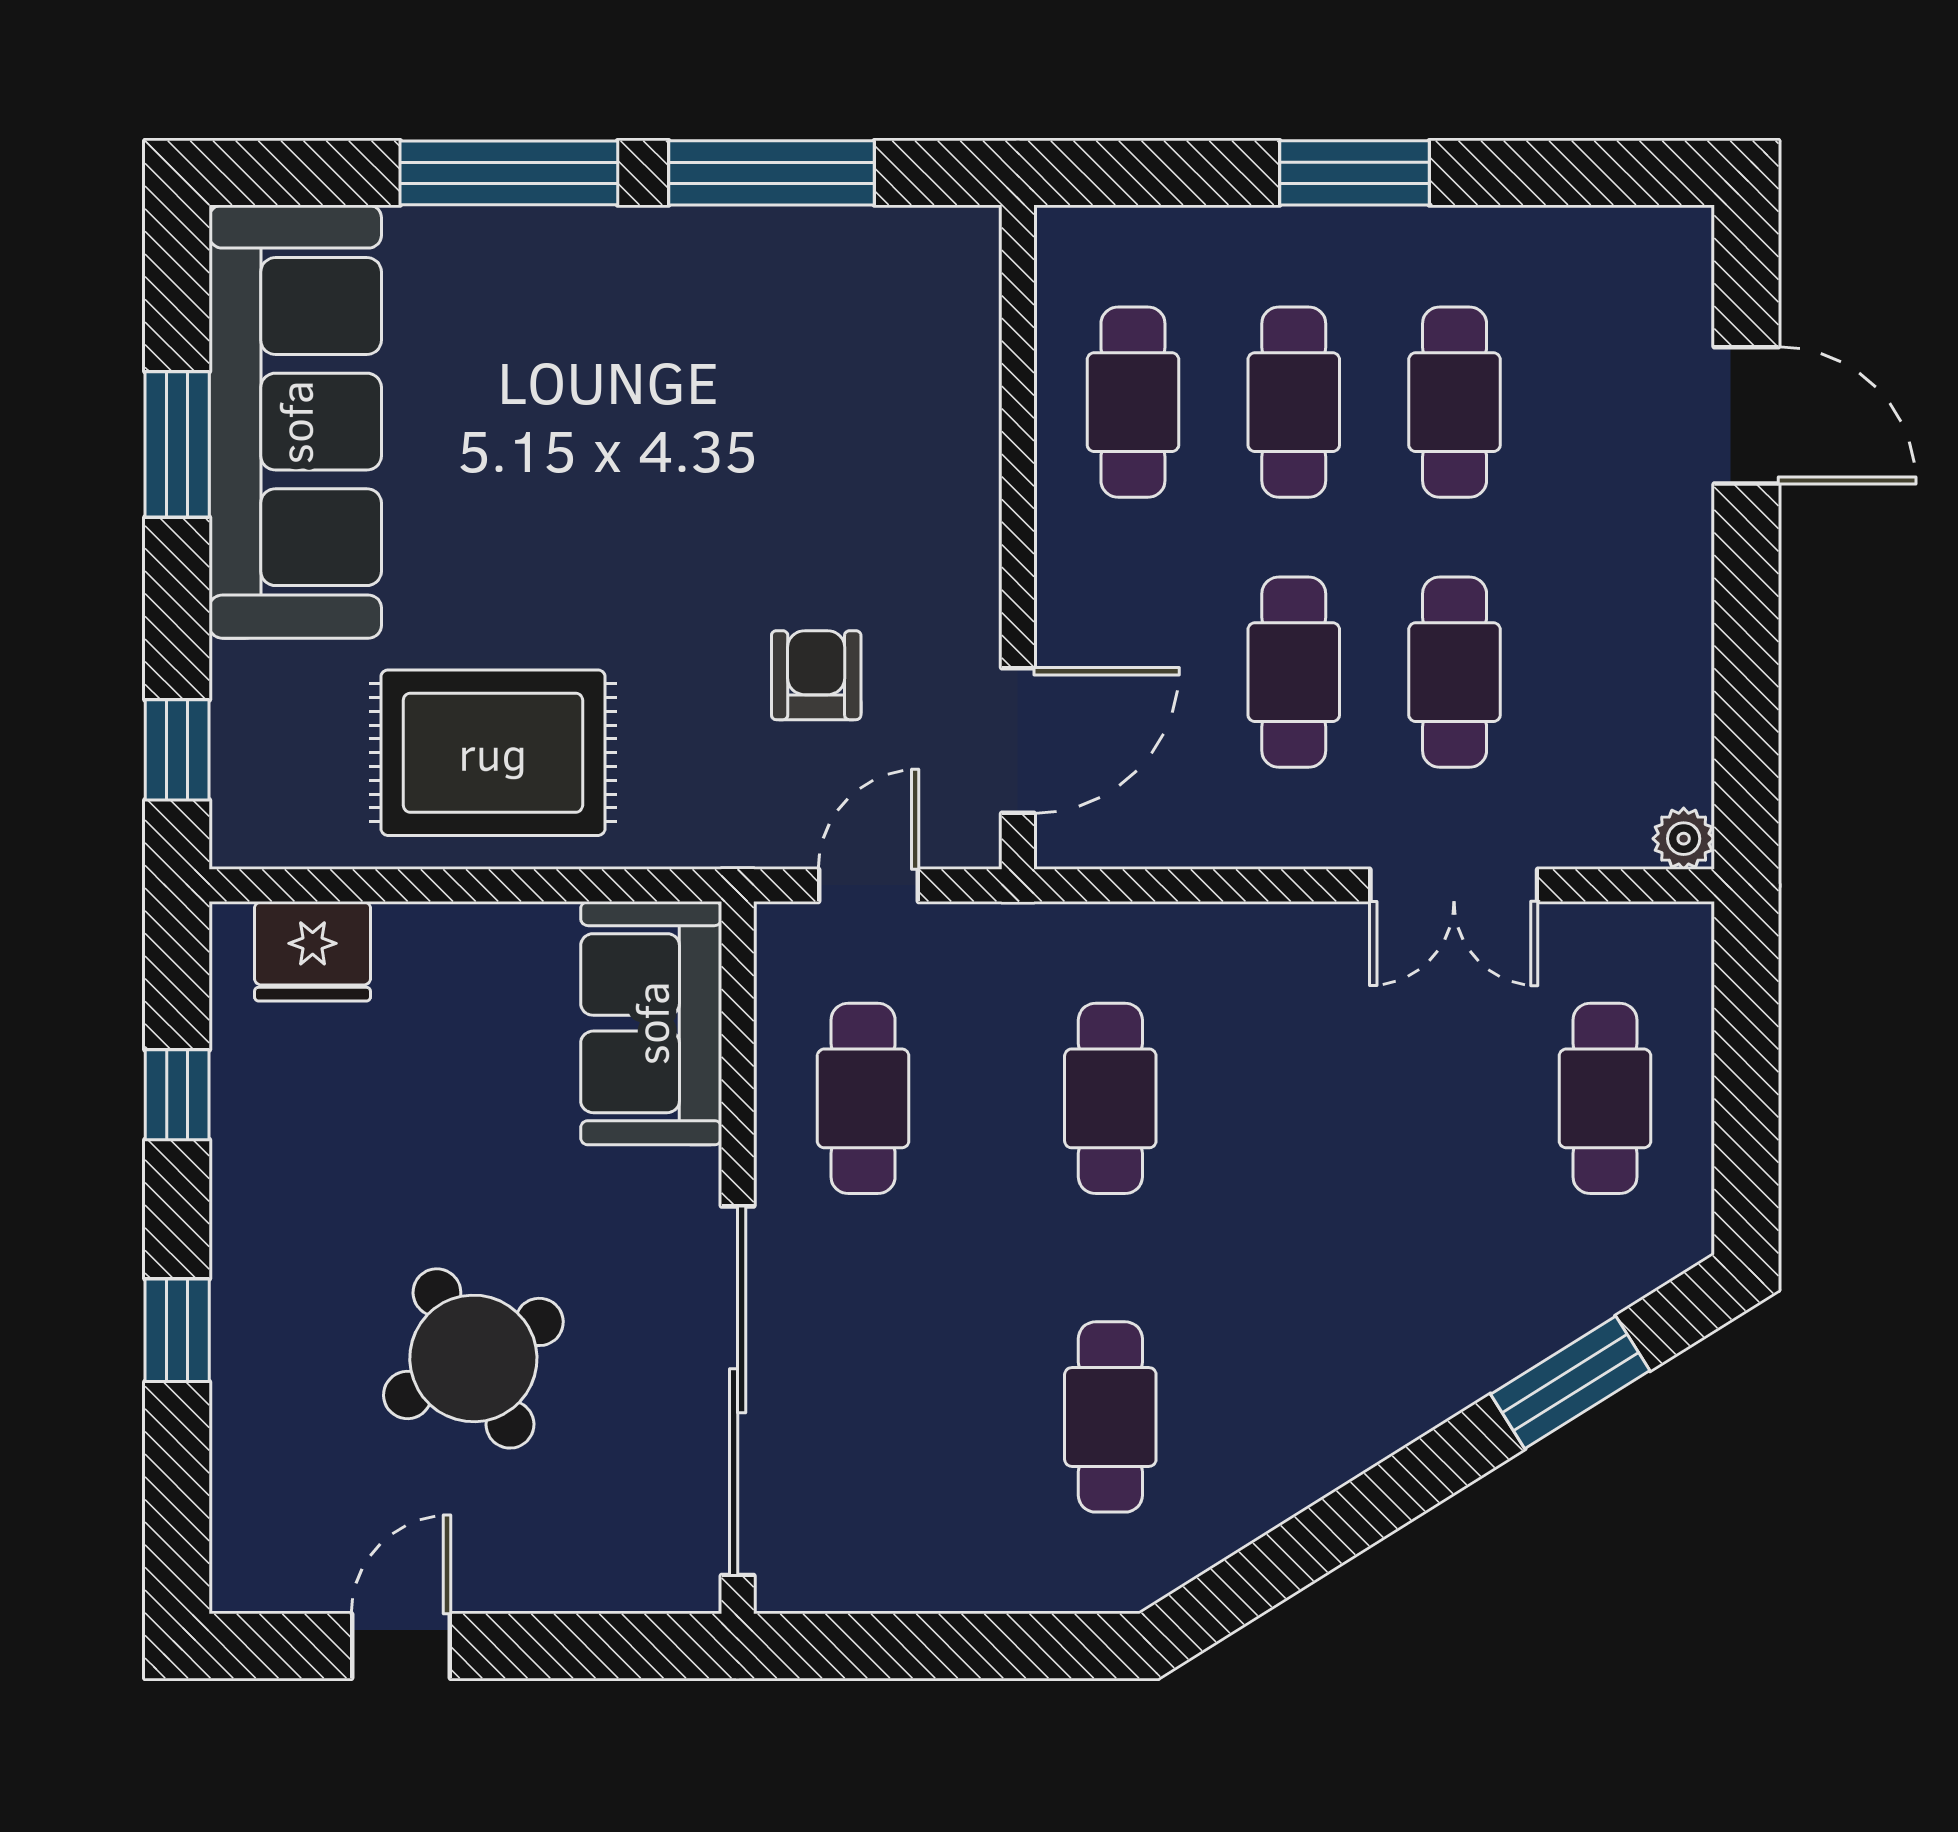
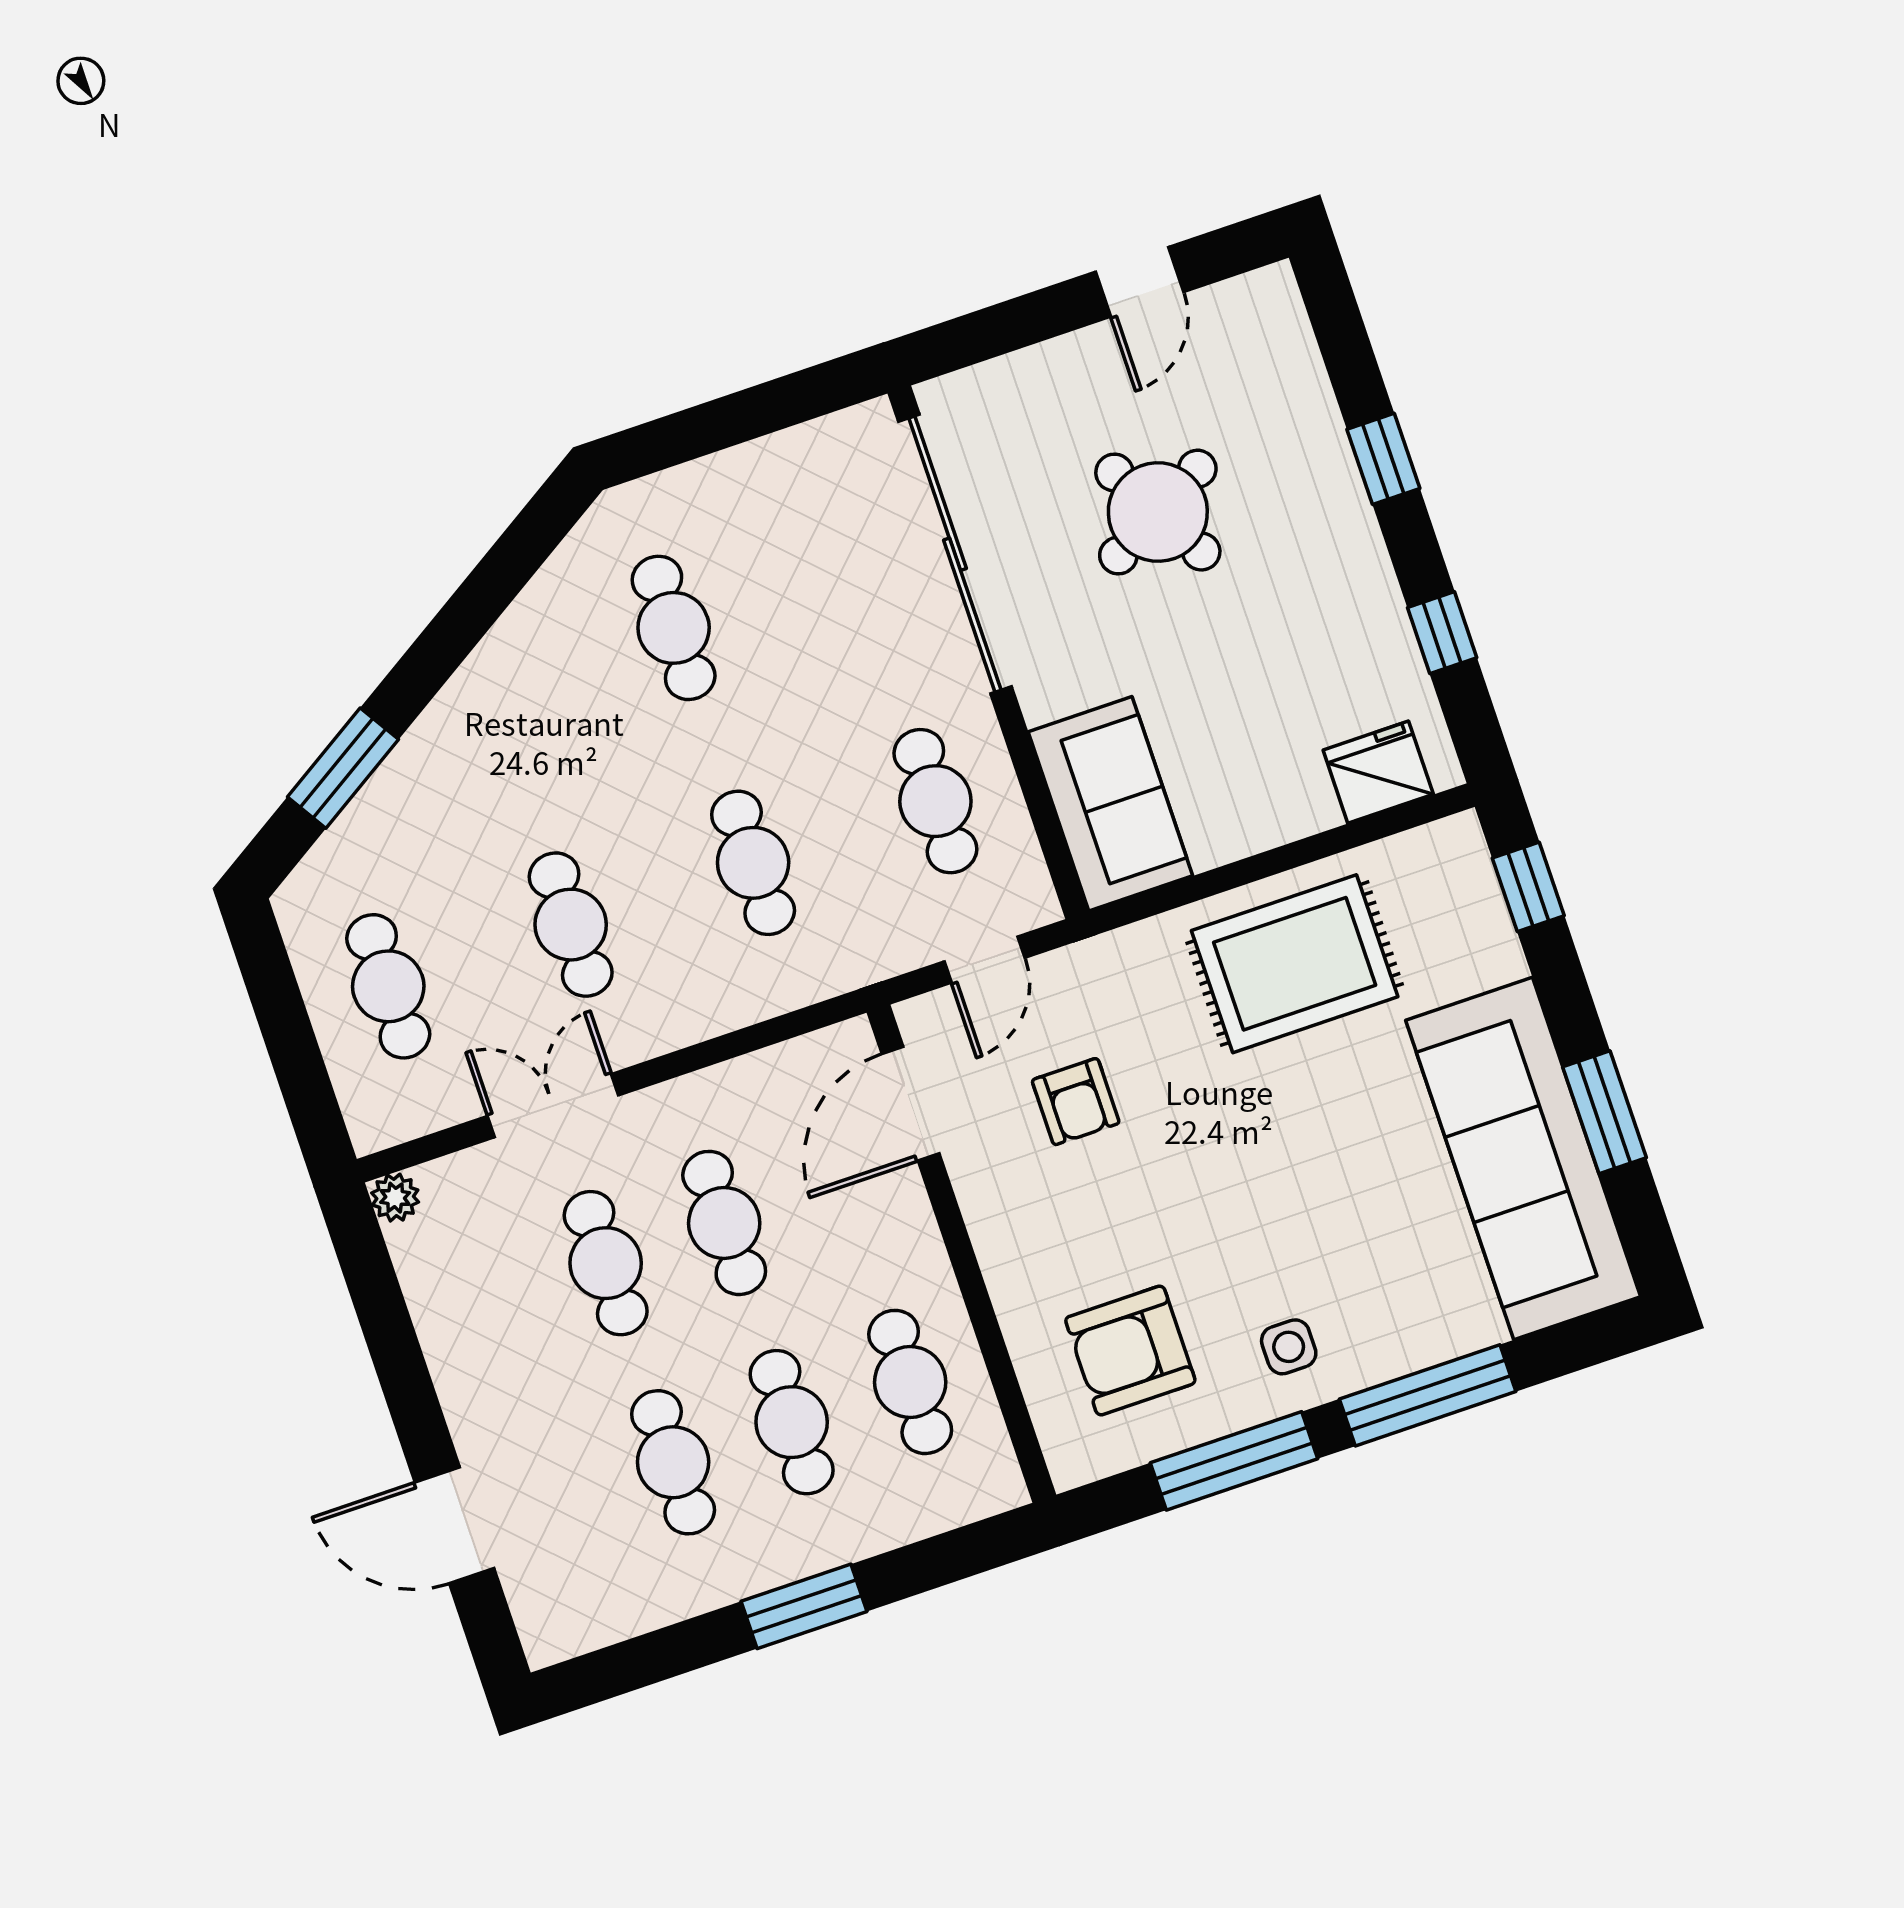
side table: (658, 289) -> (1289, 1347), added
armchair: (852, 350) -> (1130, 1350), added
cafe table: (1358, 1098) -> (571, 925), added

